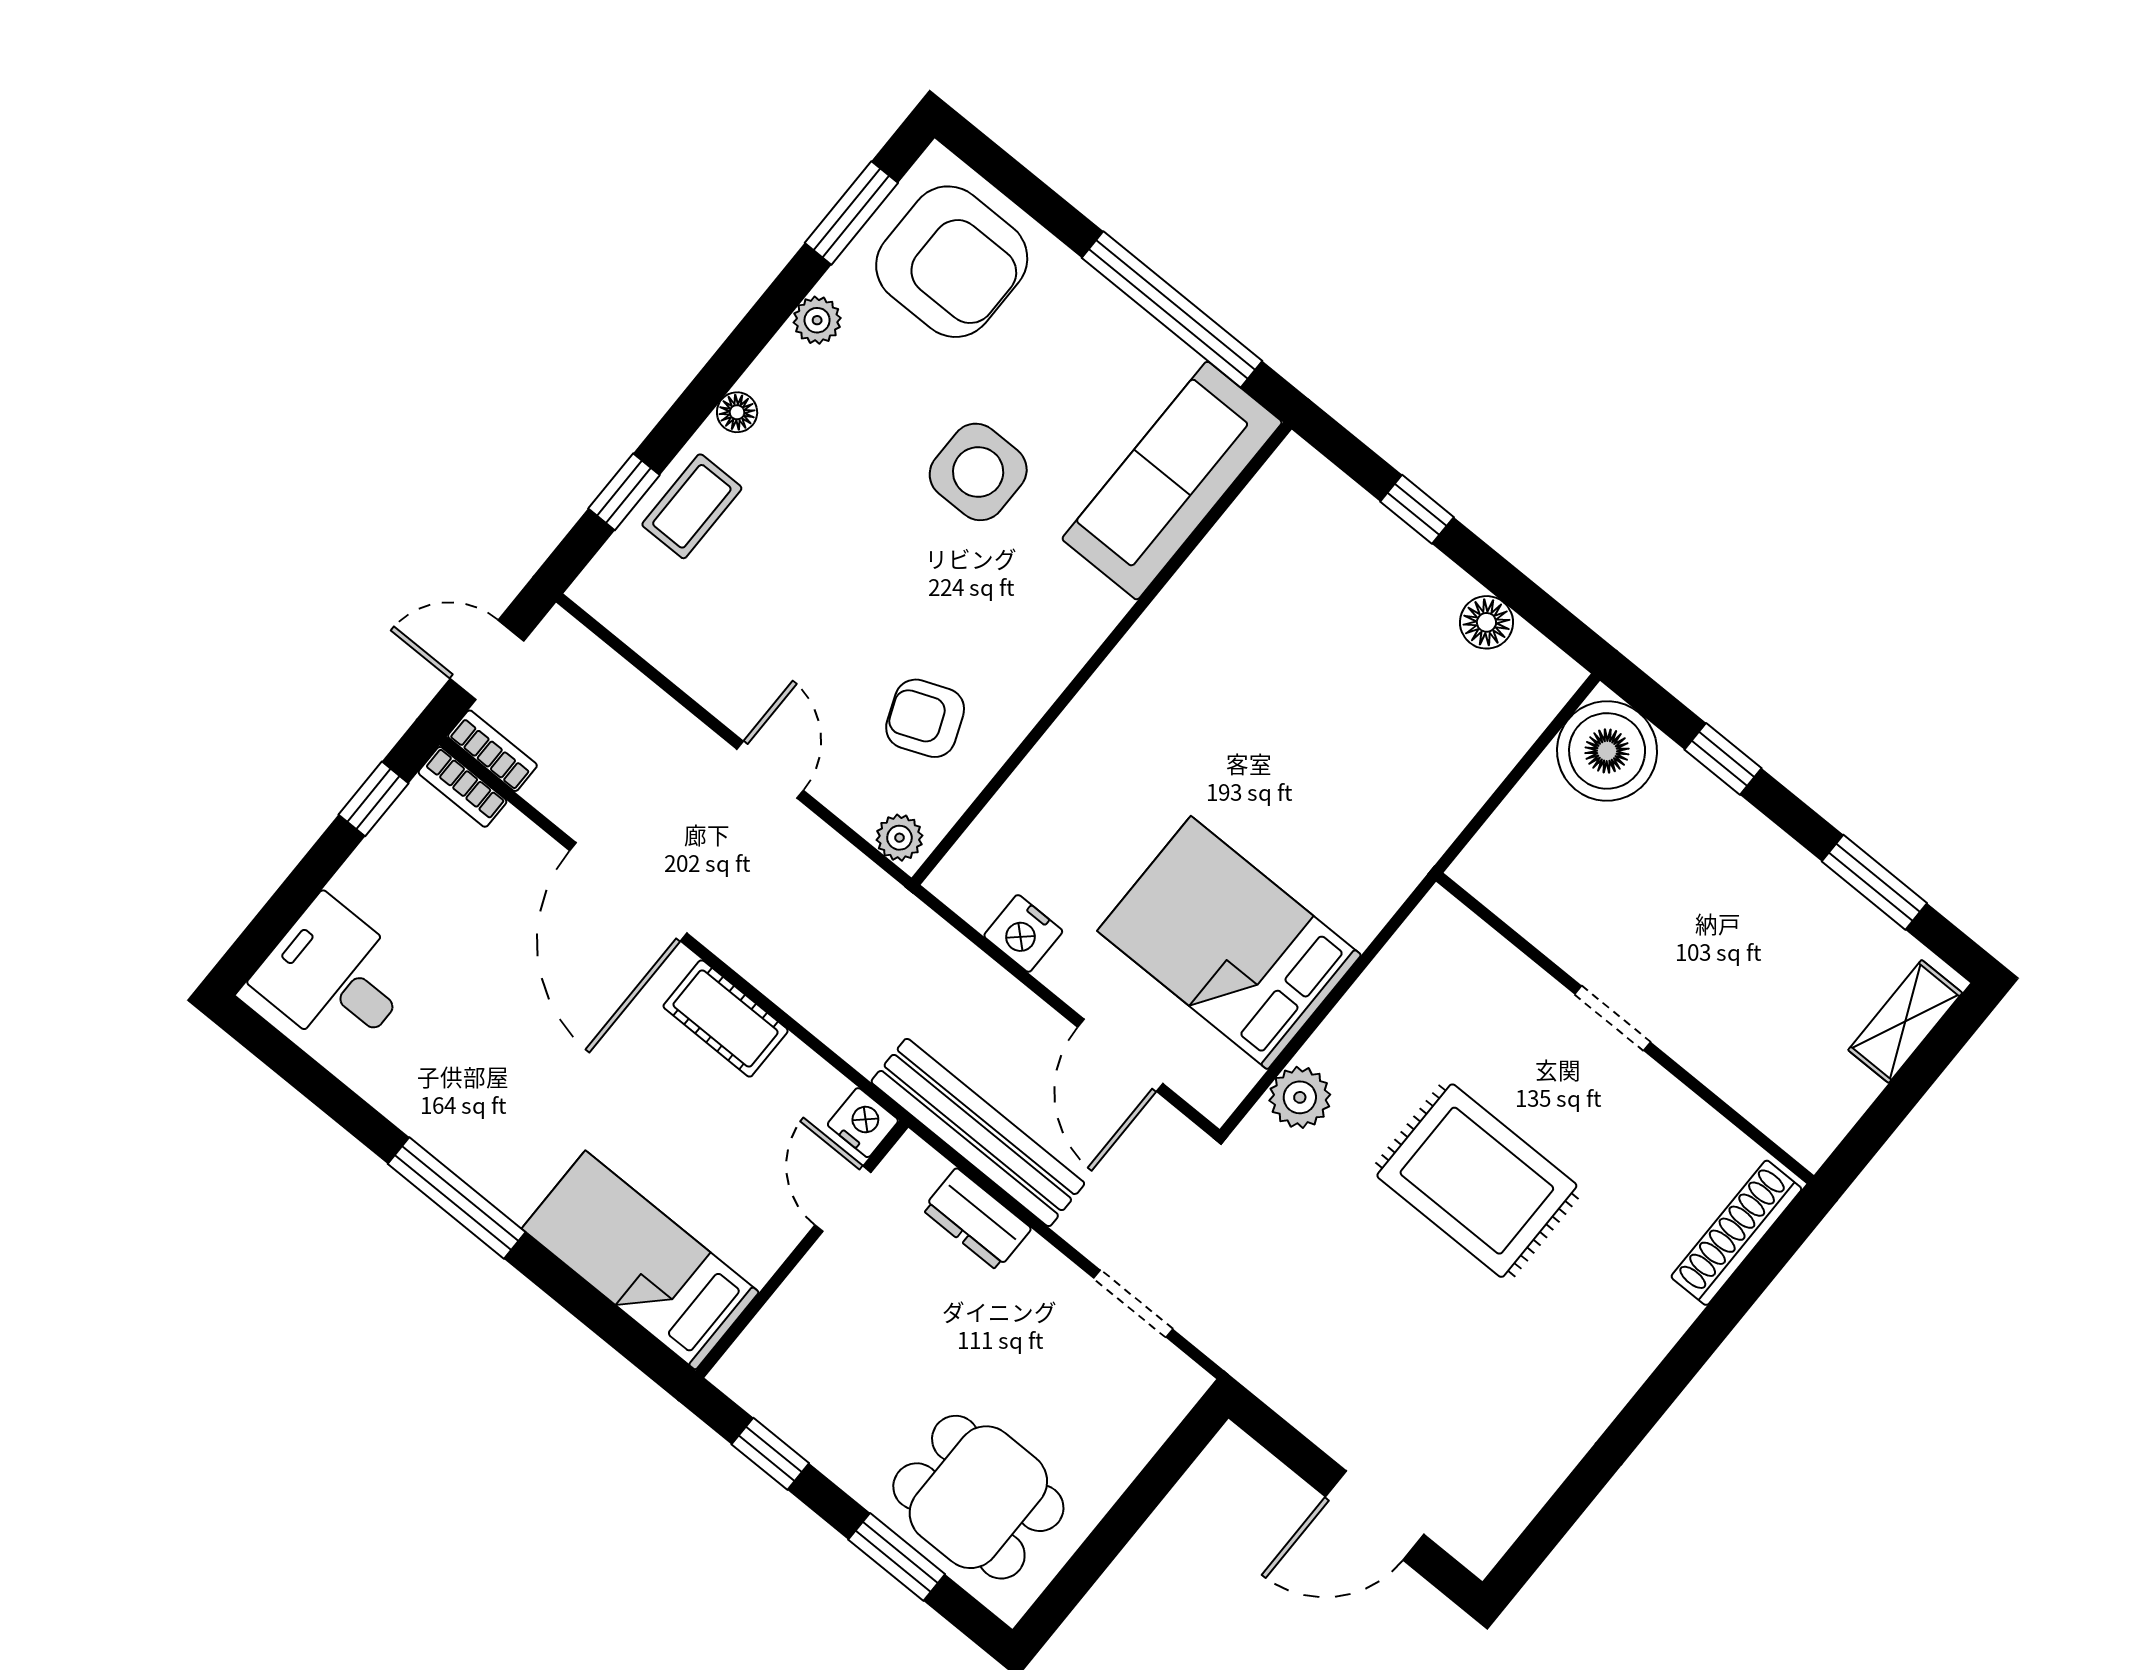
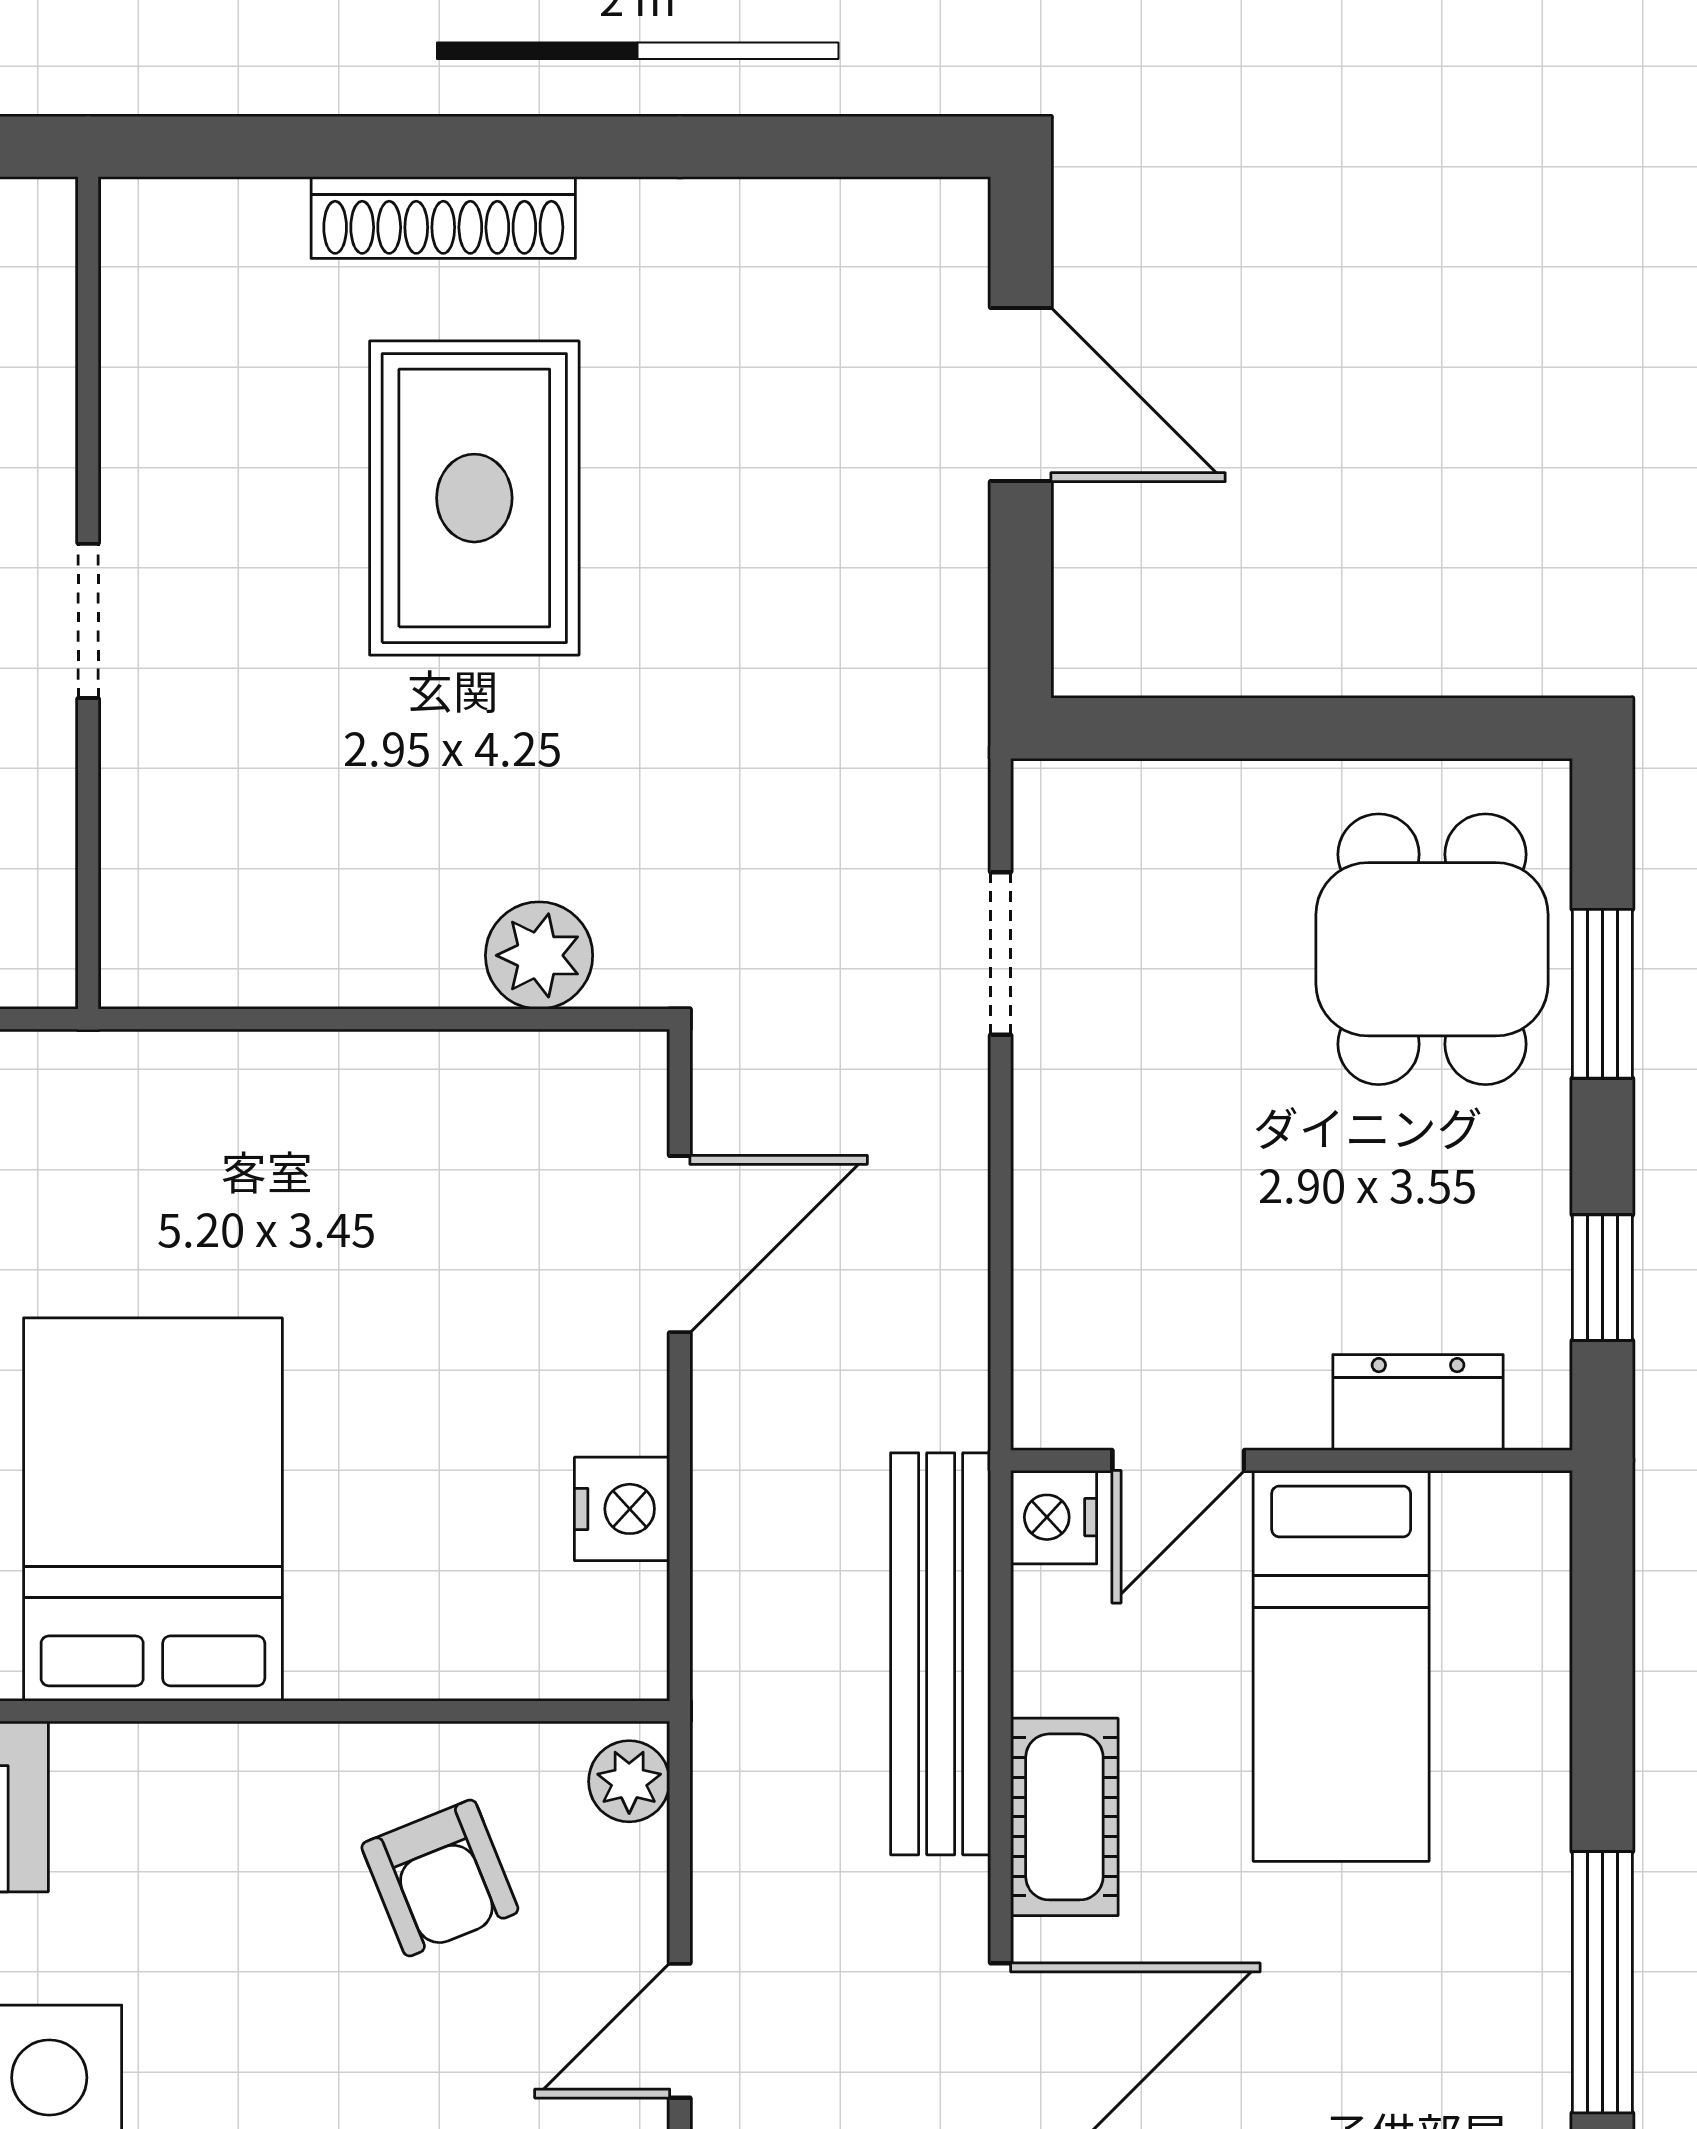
bed: (1229, 943) -> (153, 1509), moved, turned 180
bench: (978, 1133) -> (941, 1654), moved
rug: (1477, 1181) -> (474, 498), moved
dresser: (977, 1219) -> (1418, 1402), moved, turned -90
shoe rack: (1736, 1233) -> (443, 218), moved
bed: (640, 1260) -> (1341, 1666), moved

